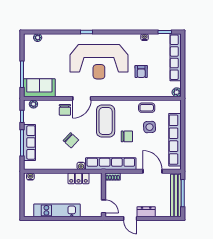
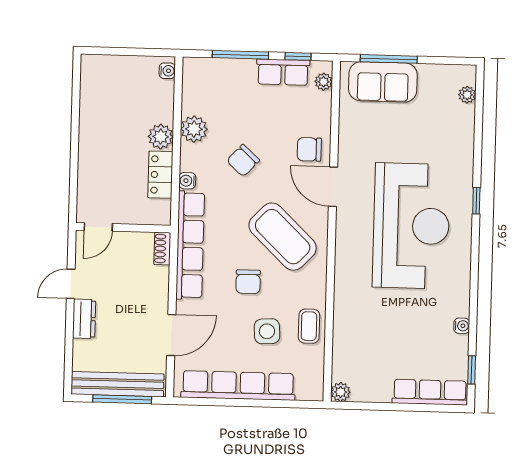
row of seats: (176, 57) -> (430, 392), width x0.73
reception desk: (99, 62) -> (411, 226), turned 180
armchair: (141, 71) -> (388, 316), removed
sofa: (39, 88) -> (383, 82), moved, turned 90
coffee table: (106, 121) -> (283, 237), turned 44
row of seats: (30, 143) -> (283, 72), moved, width x0.68
plant: (57, 163) -> (194, 129), added
plant: (61, 179) -> (161, 137), added
kitchen unit: (57, 210) -> (93, 126), removed

